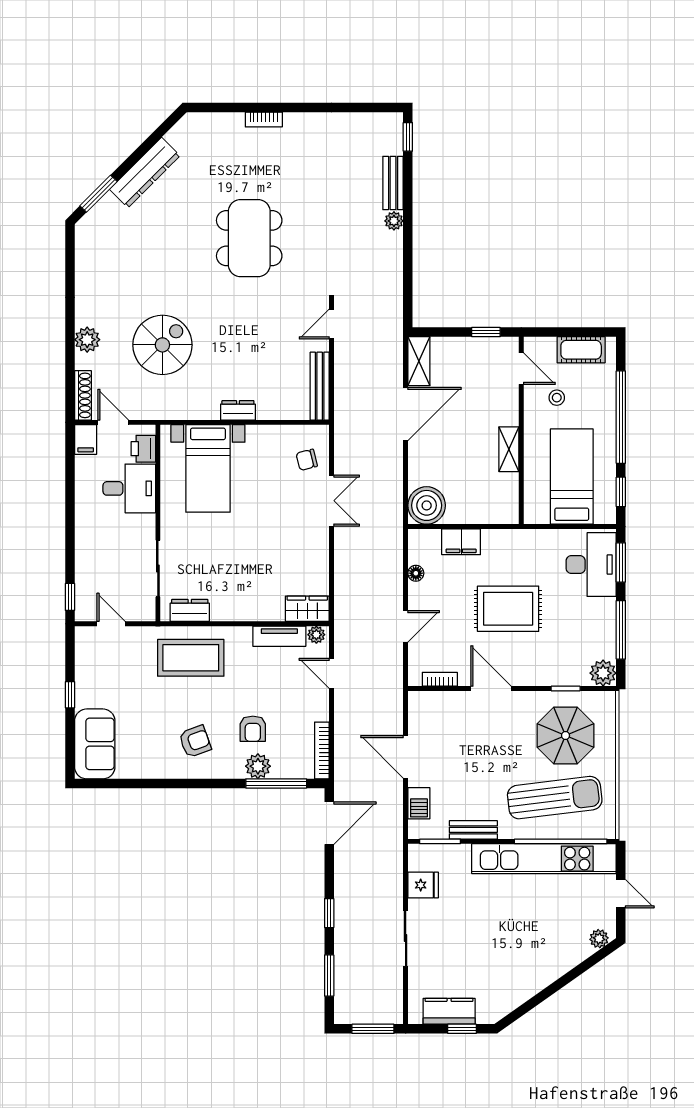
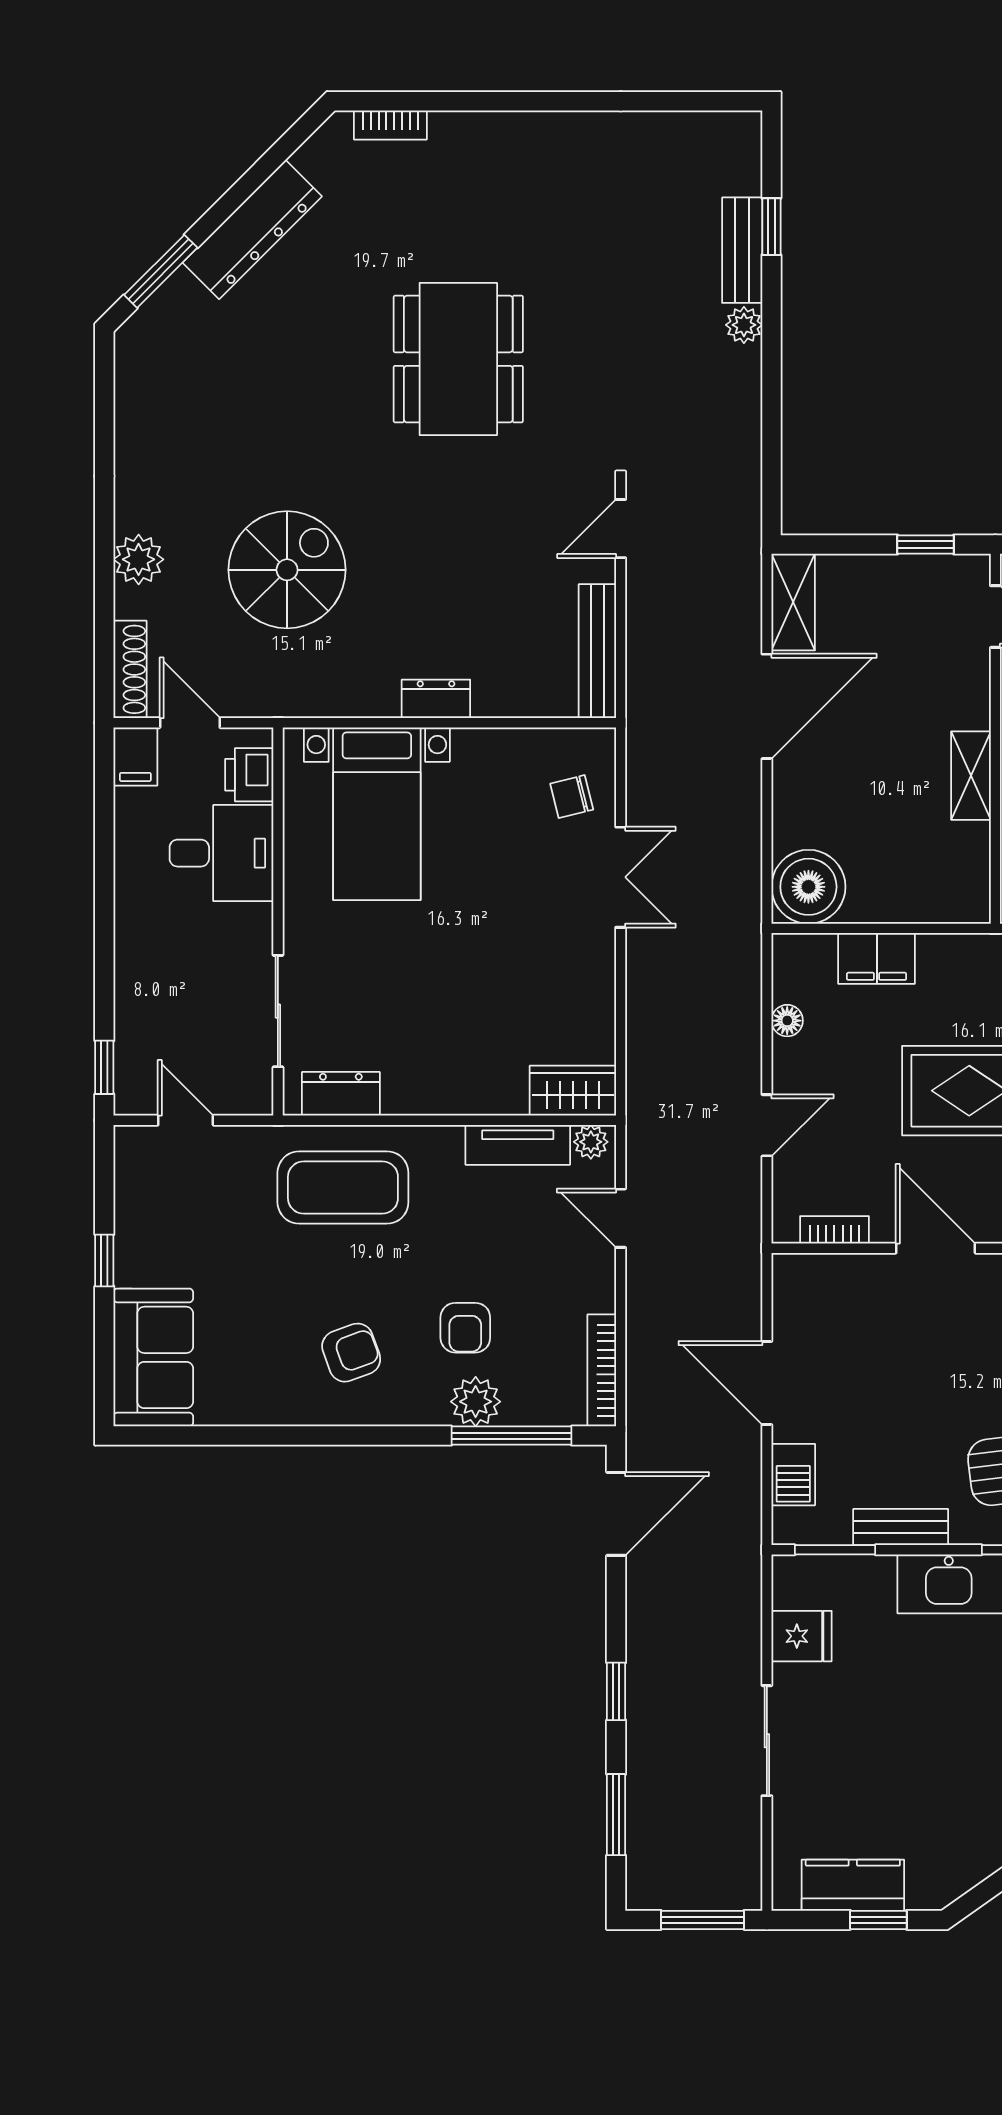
bookcase: (264, 120) -> (390, 125), moved
window: (408, 137) -> (771, 227), moved

